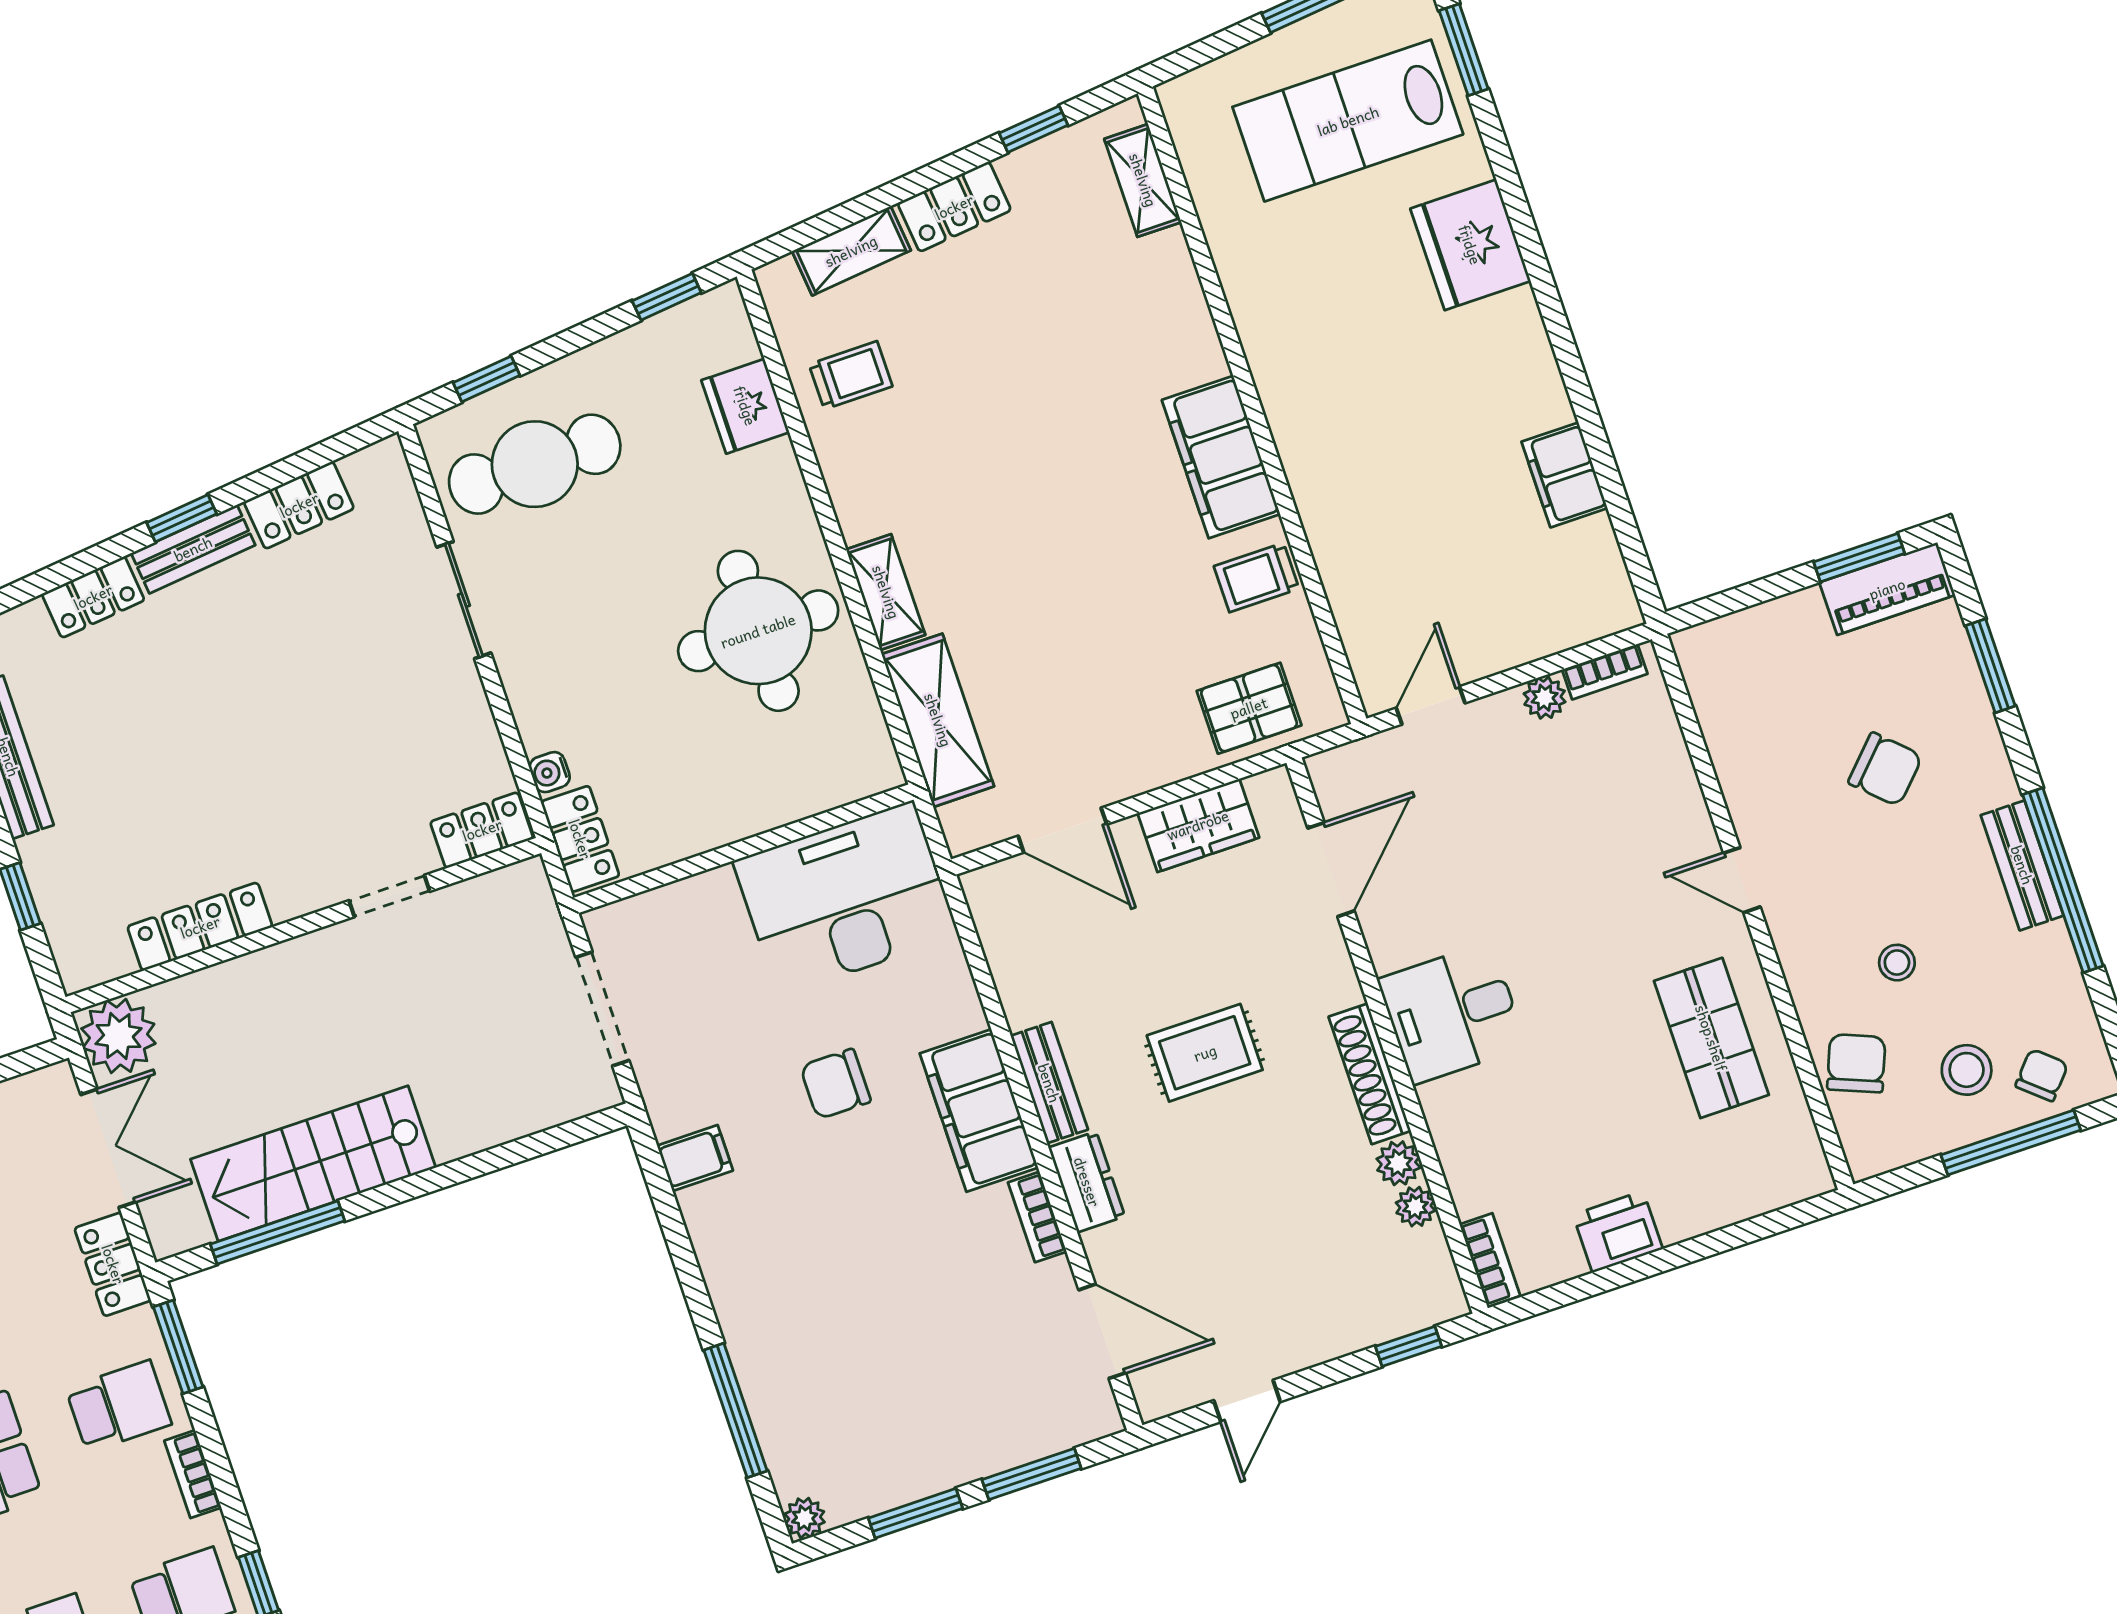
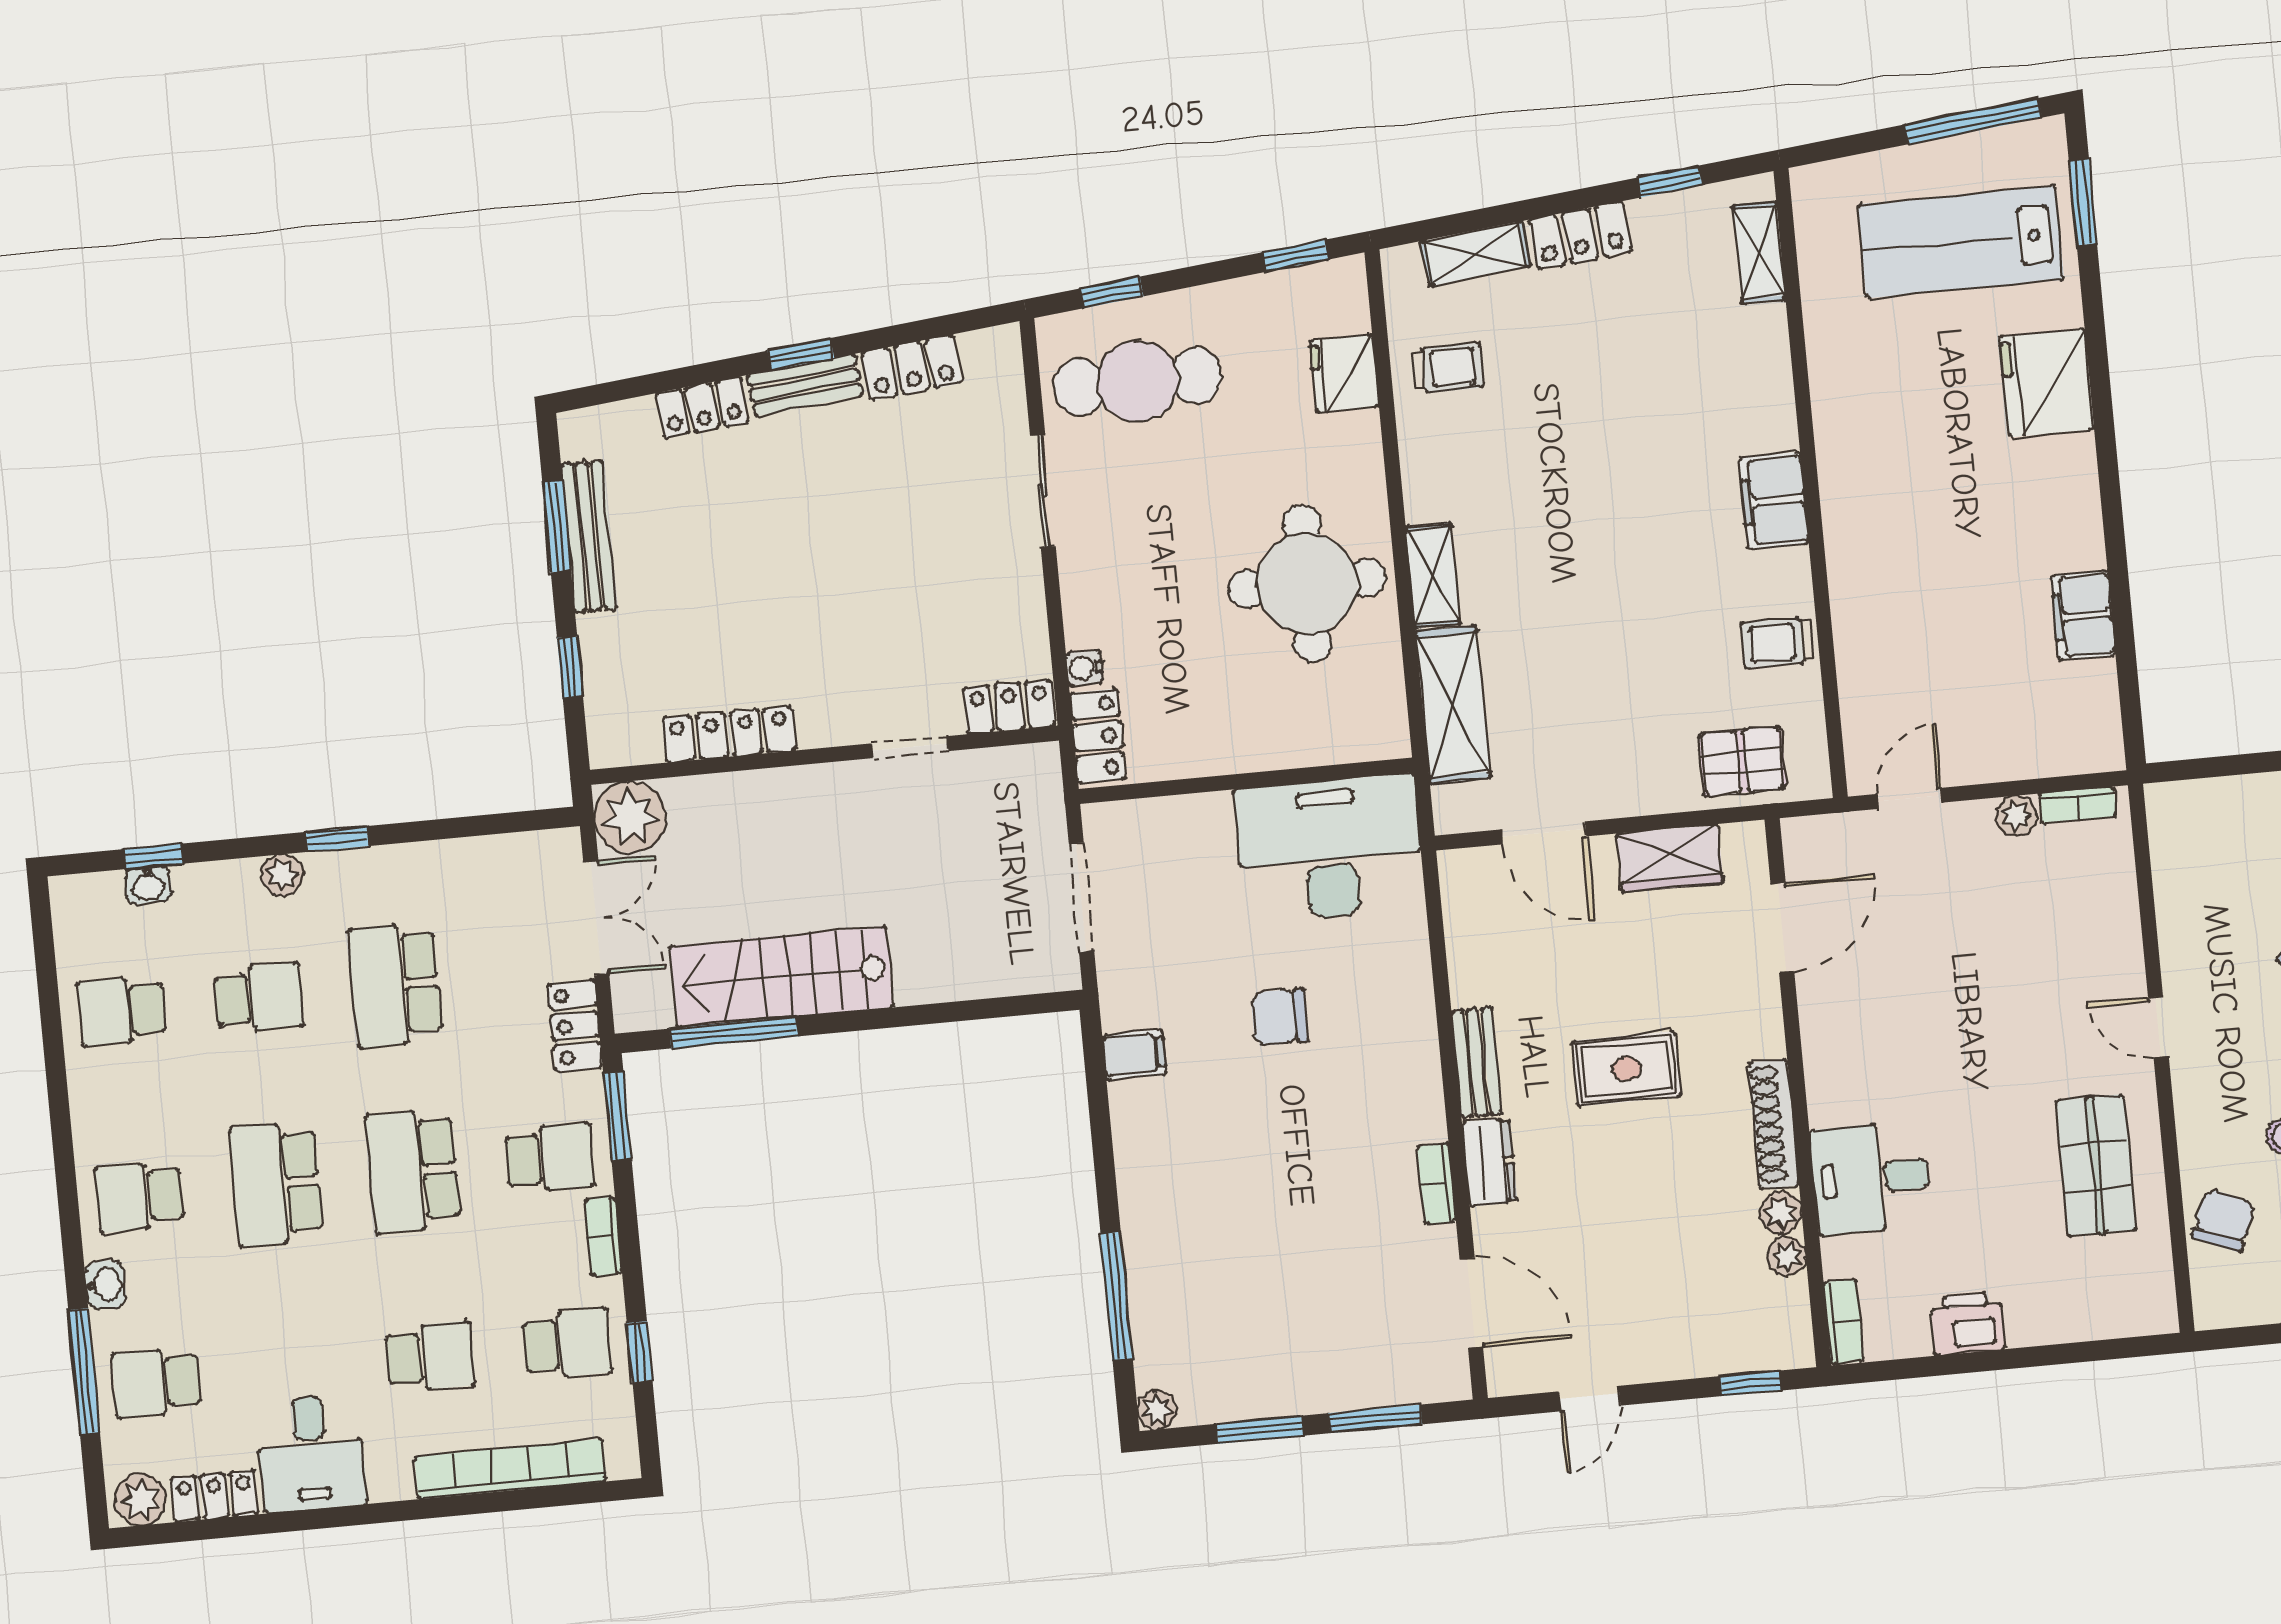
filing cabinet: (1221, 457) -> (1774, 501), width x0.67, depth x0.86
desk: (1452, 1013) -> (1871, 1178), moved
filing cabinet: (979, 1110) -> (1406, 1073), removed

